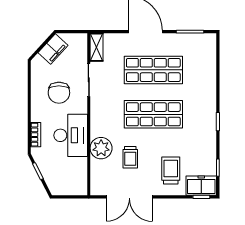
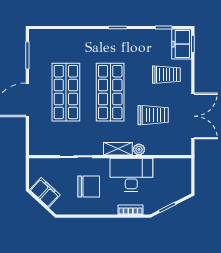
shelving: (97, 47) -> (118, 149), moved
plant: (101, 148) -> (139, 149), width x0.53, depth x0.53
trolley: (130, 157) -> (153, 115), width x1.36, depth x1.39
trolley: (171, 170) -> (166, 75), turned 180

